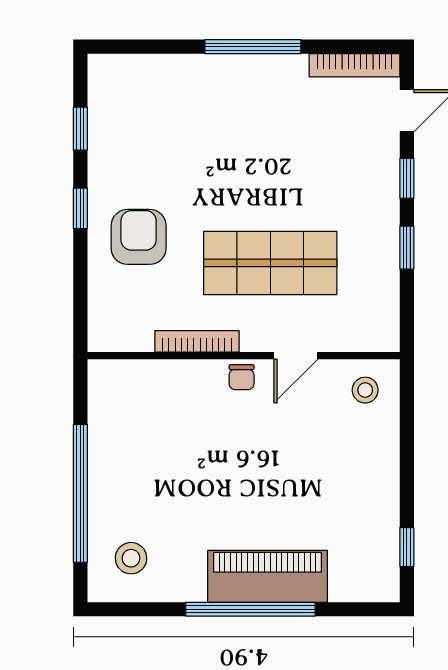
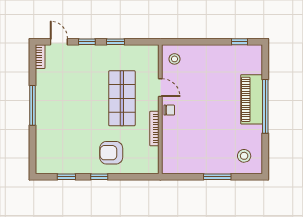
bookcase: (355, 65) -> (40, 57), width x0.64
window: (80, 493) -> (217, 177), width x0.47

